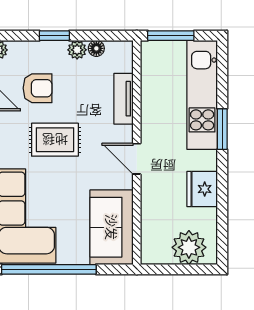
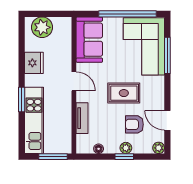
plant: (77, 50) -> (126, 148), moved

